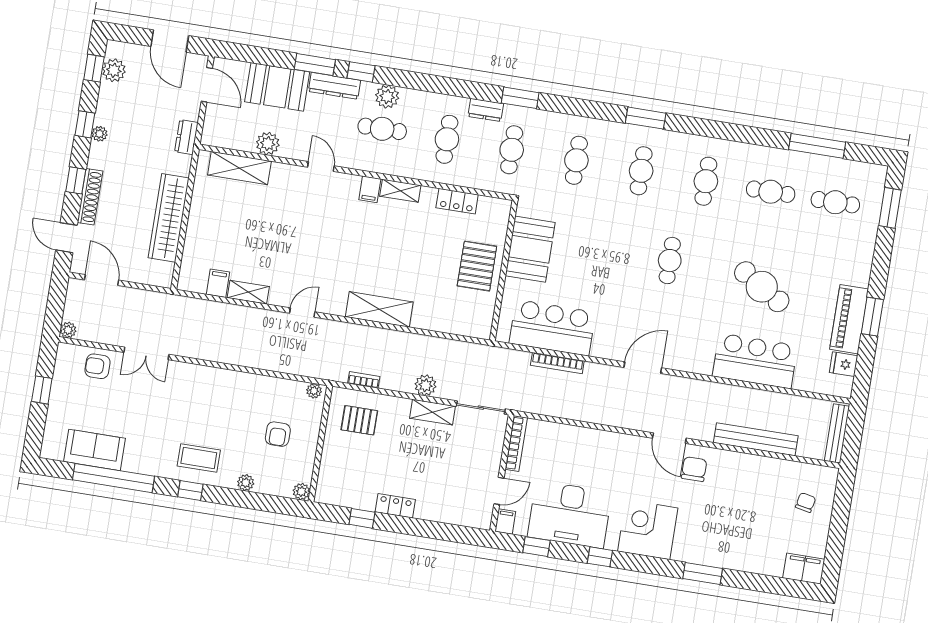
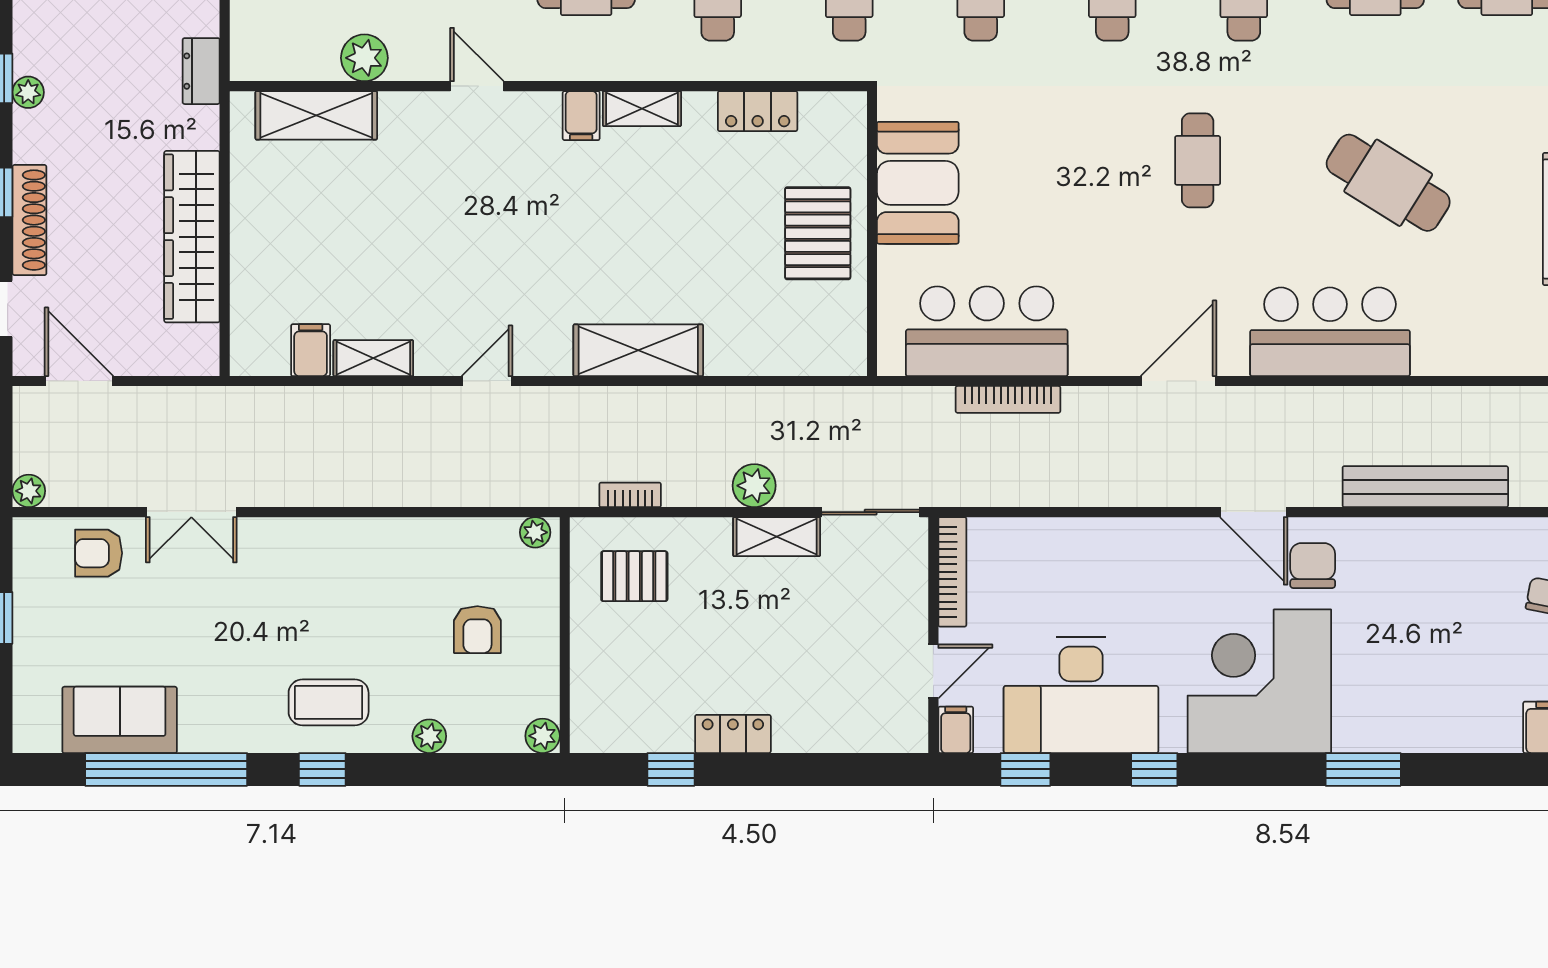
bar counter: (755, 361) -> (1330, 332), moved
corner desk: (648, 530) -> (1259, 681), width x1.36, depth x1.36

